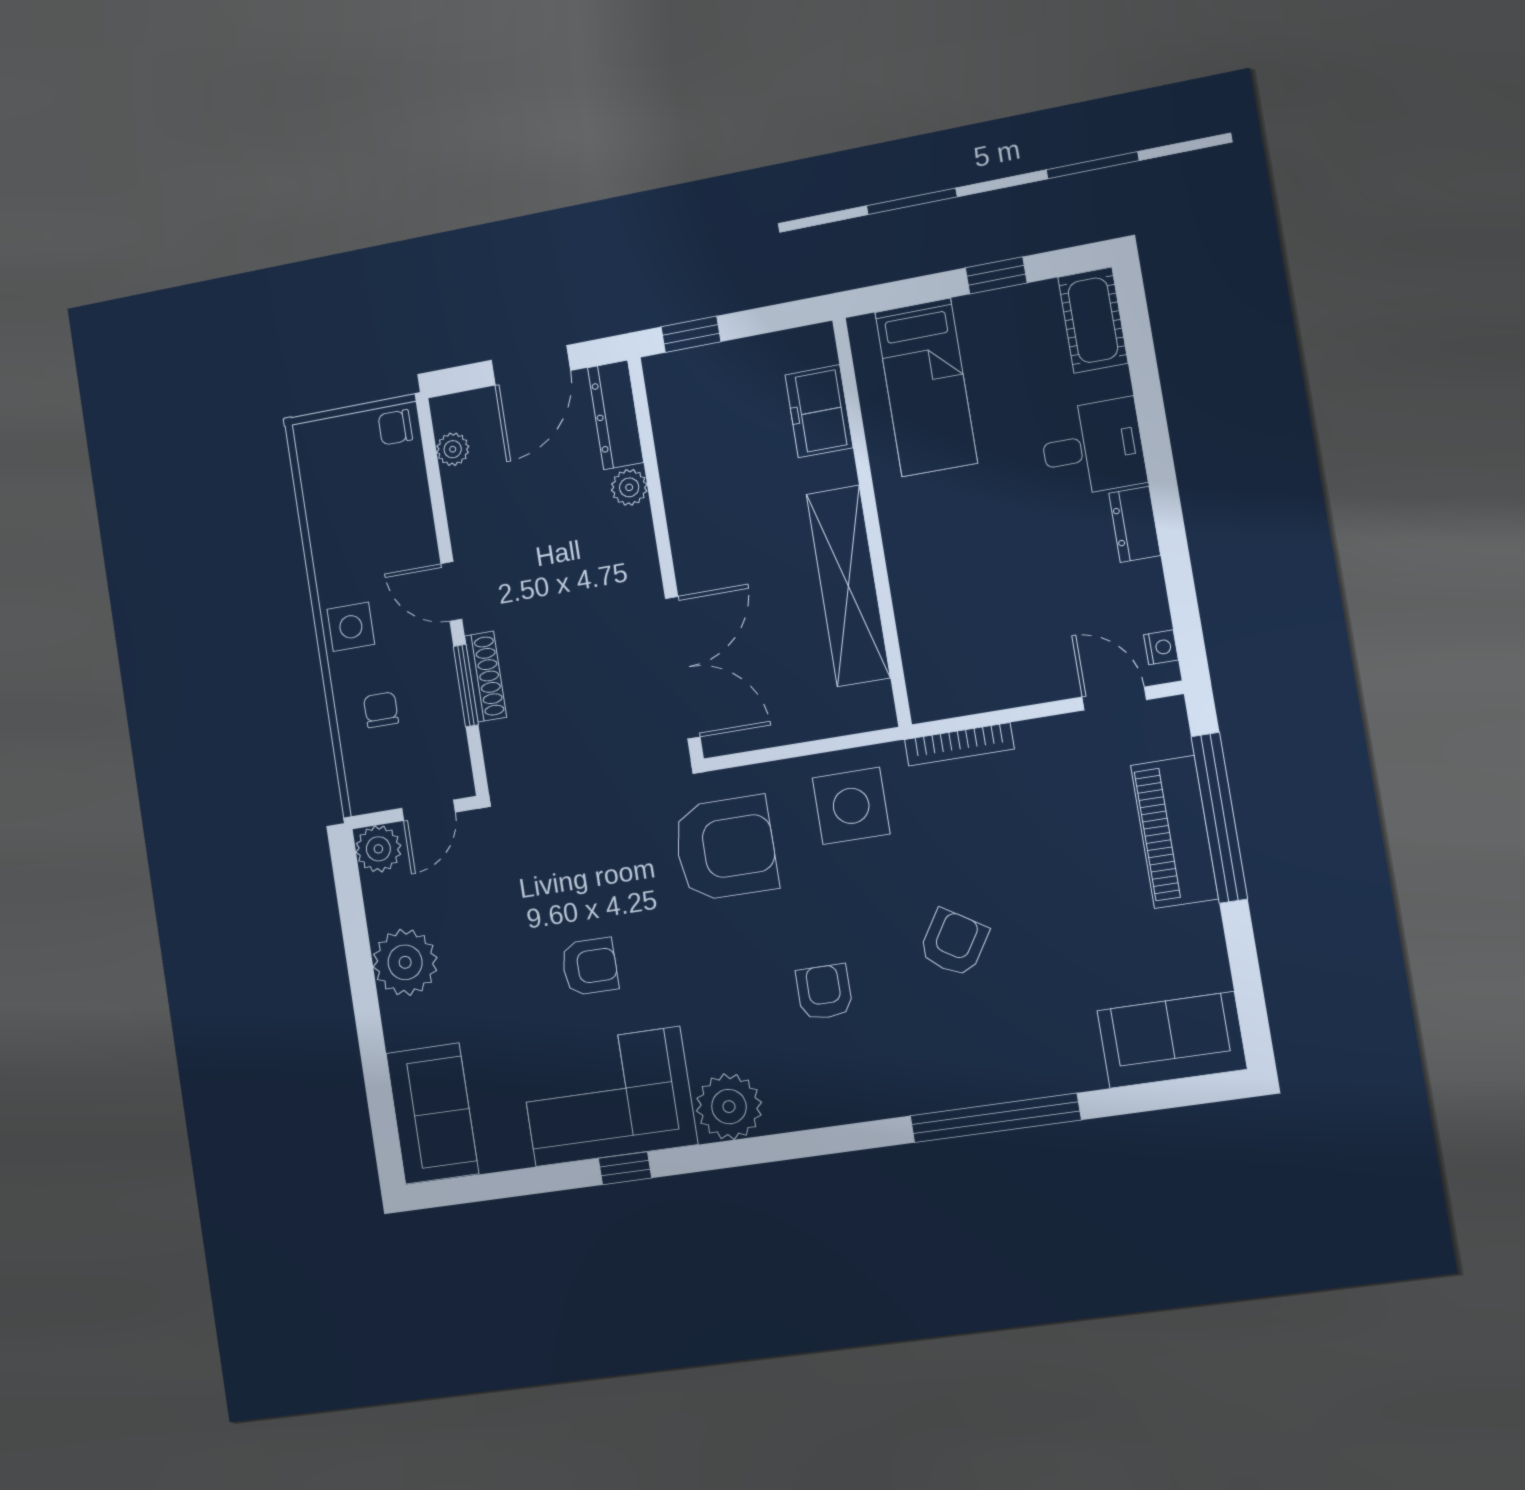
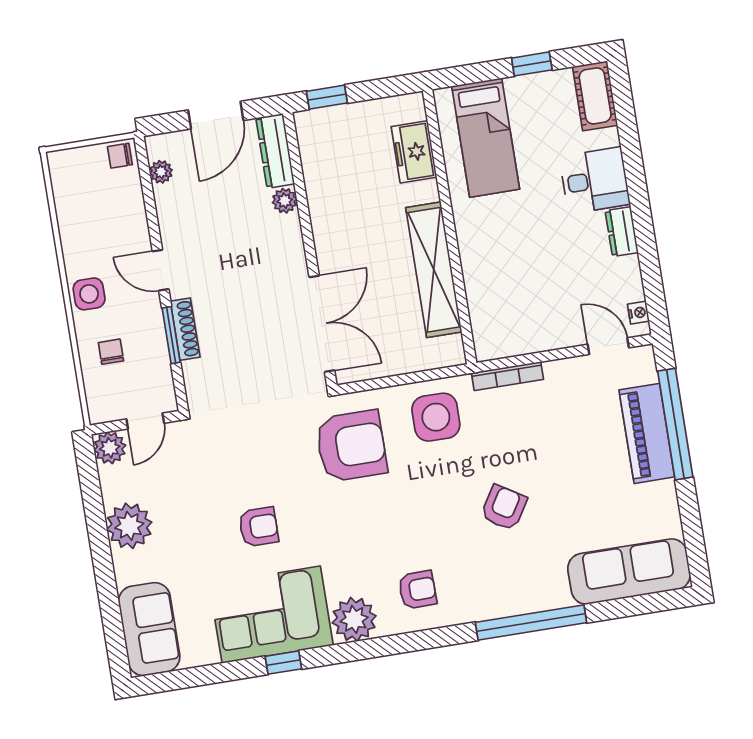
armchair: (824, 992) -> (417, 590), moved, turned 89
sofa: (1172, 1040) -> (629, 572), width x1.36

